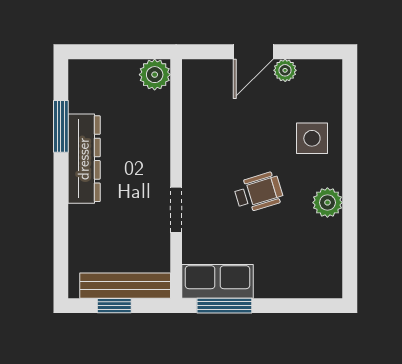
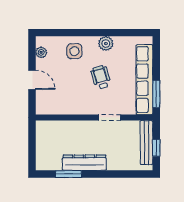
plant: (285, 70) -> (41, 52), moved
plant: (155, 75) -> (43, 128), removed
row of seats: (217, 281) -> (144, 80), width x2.02

